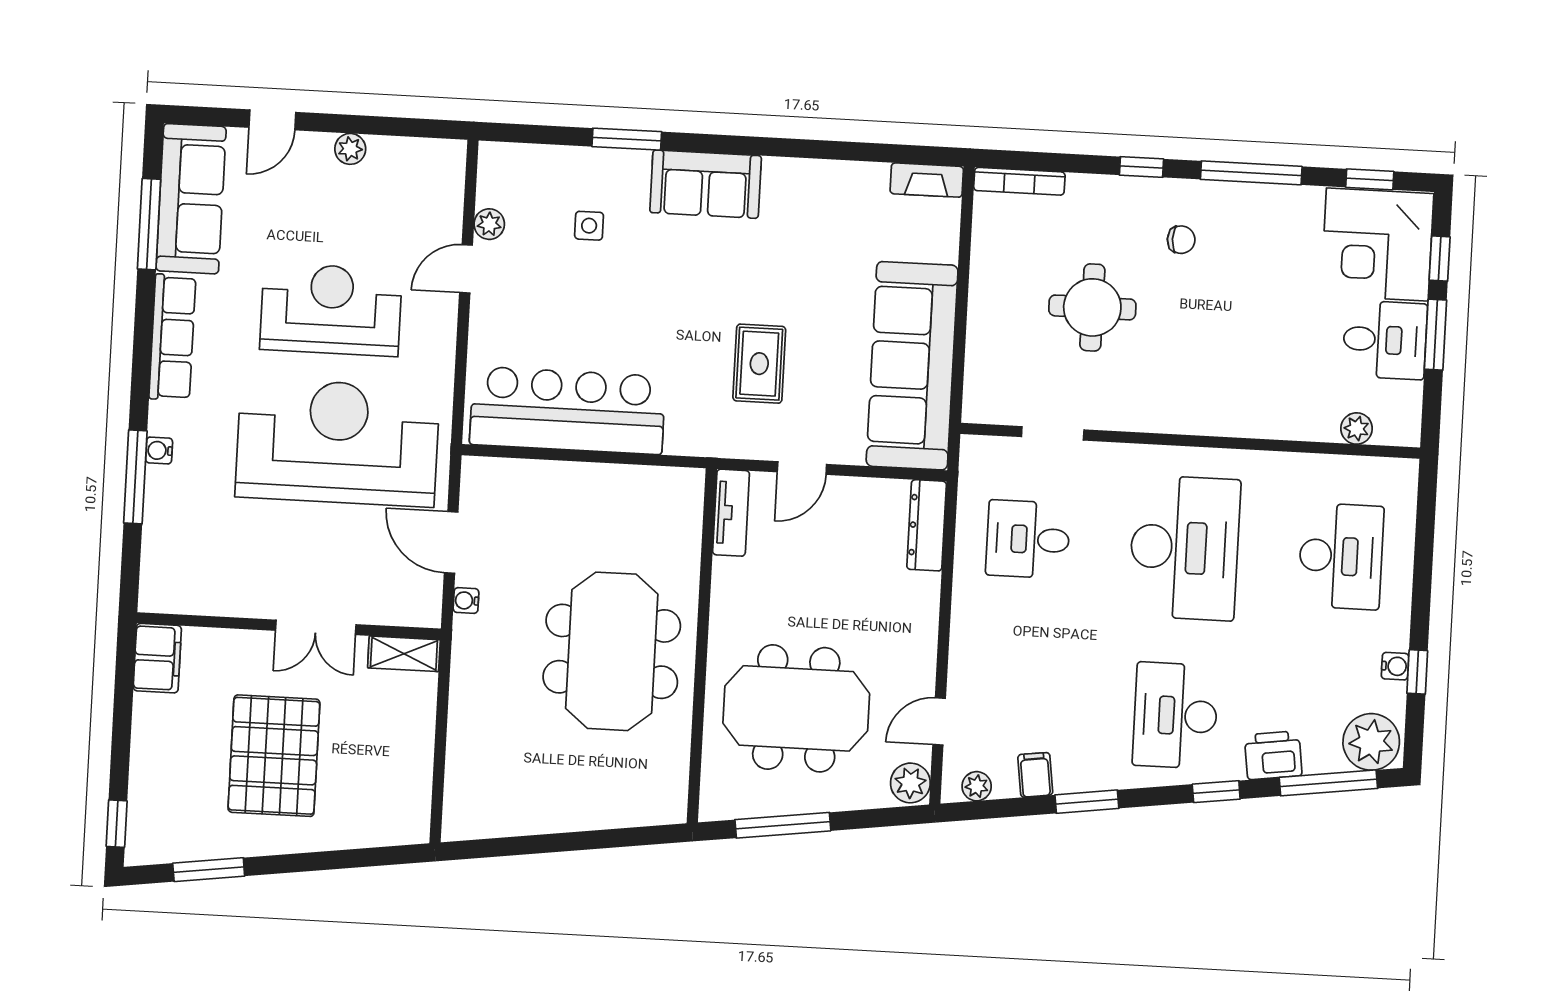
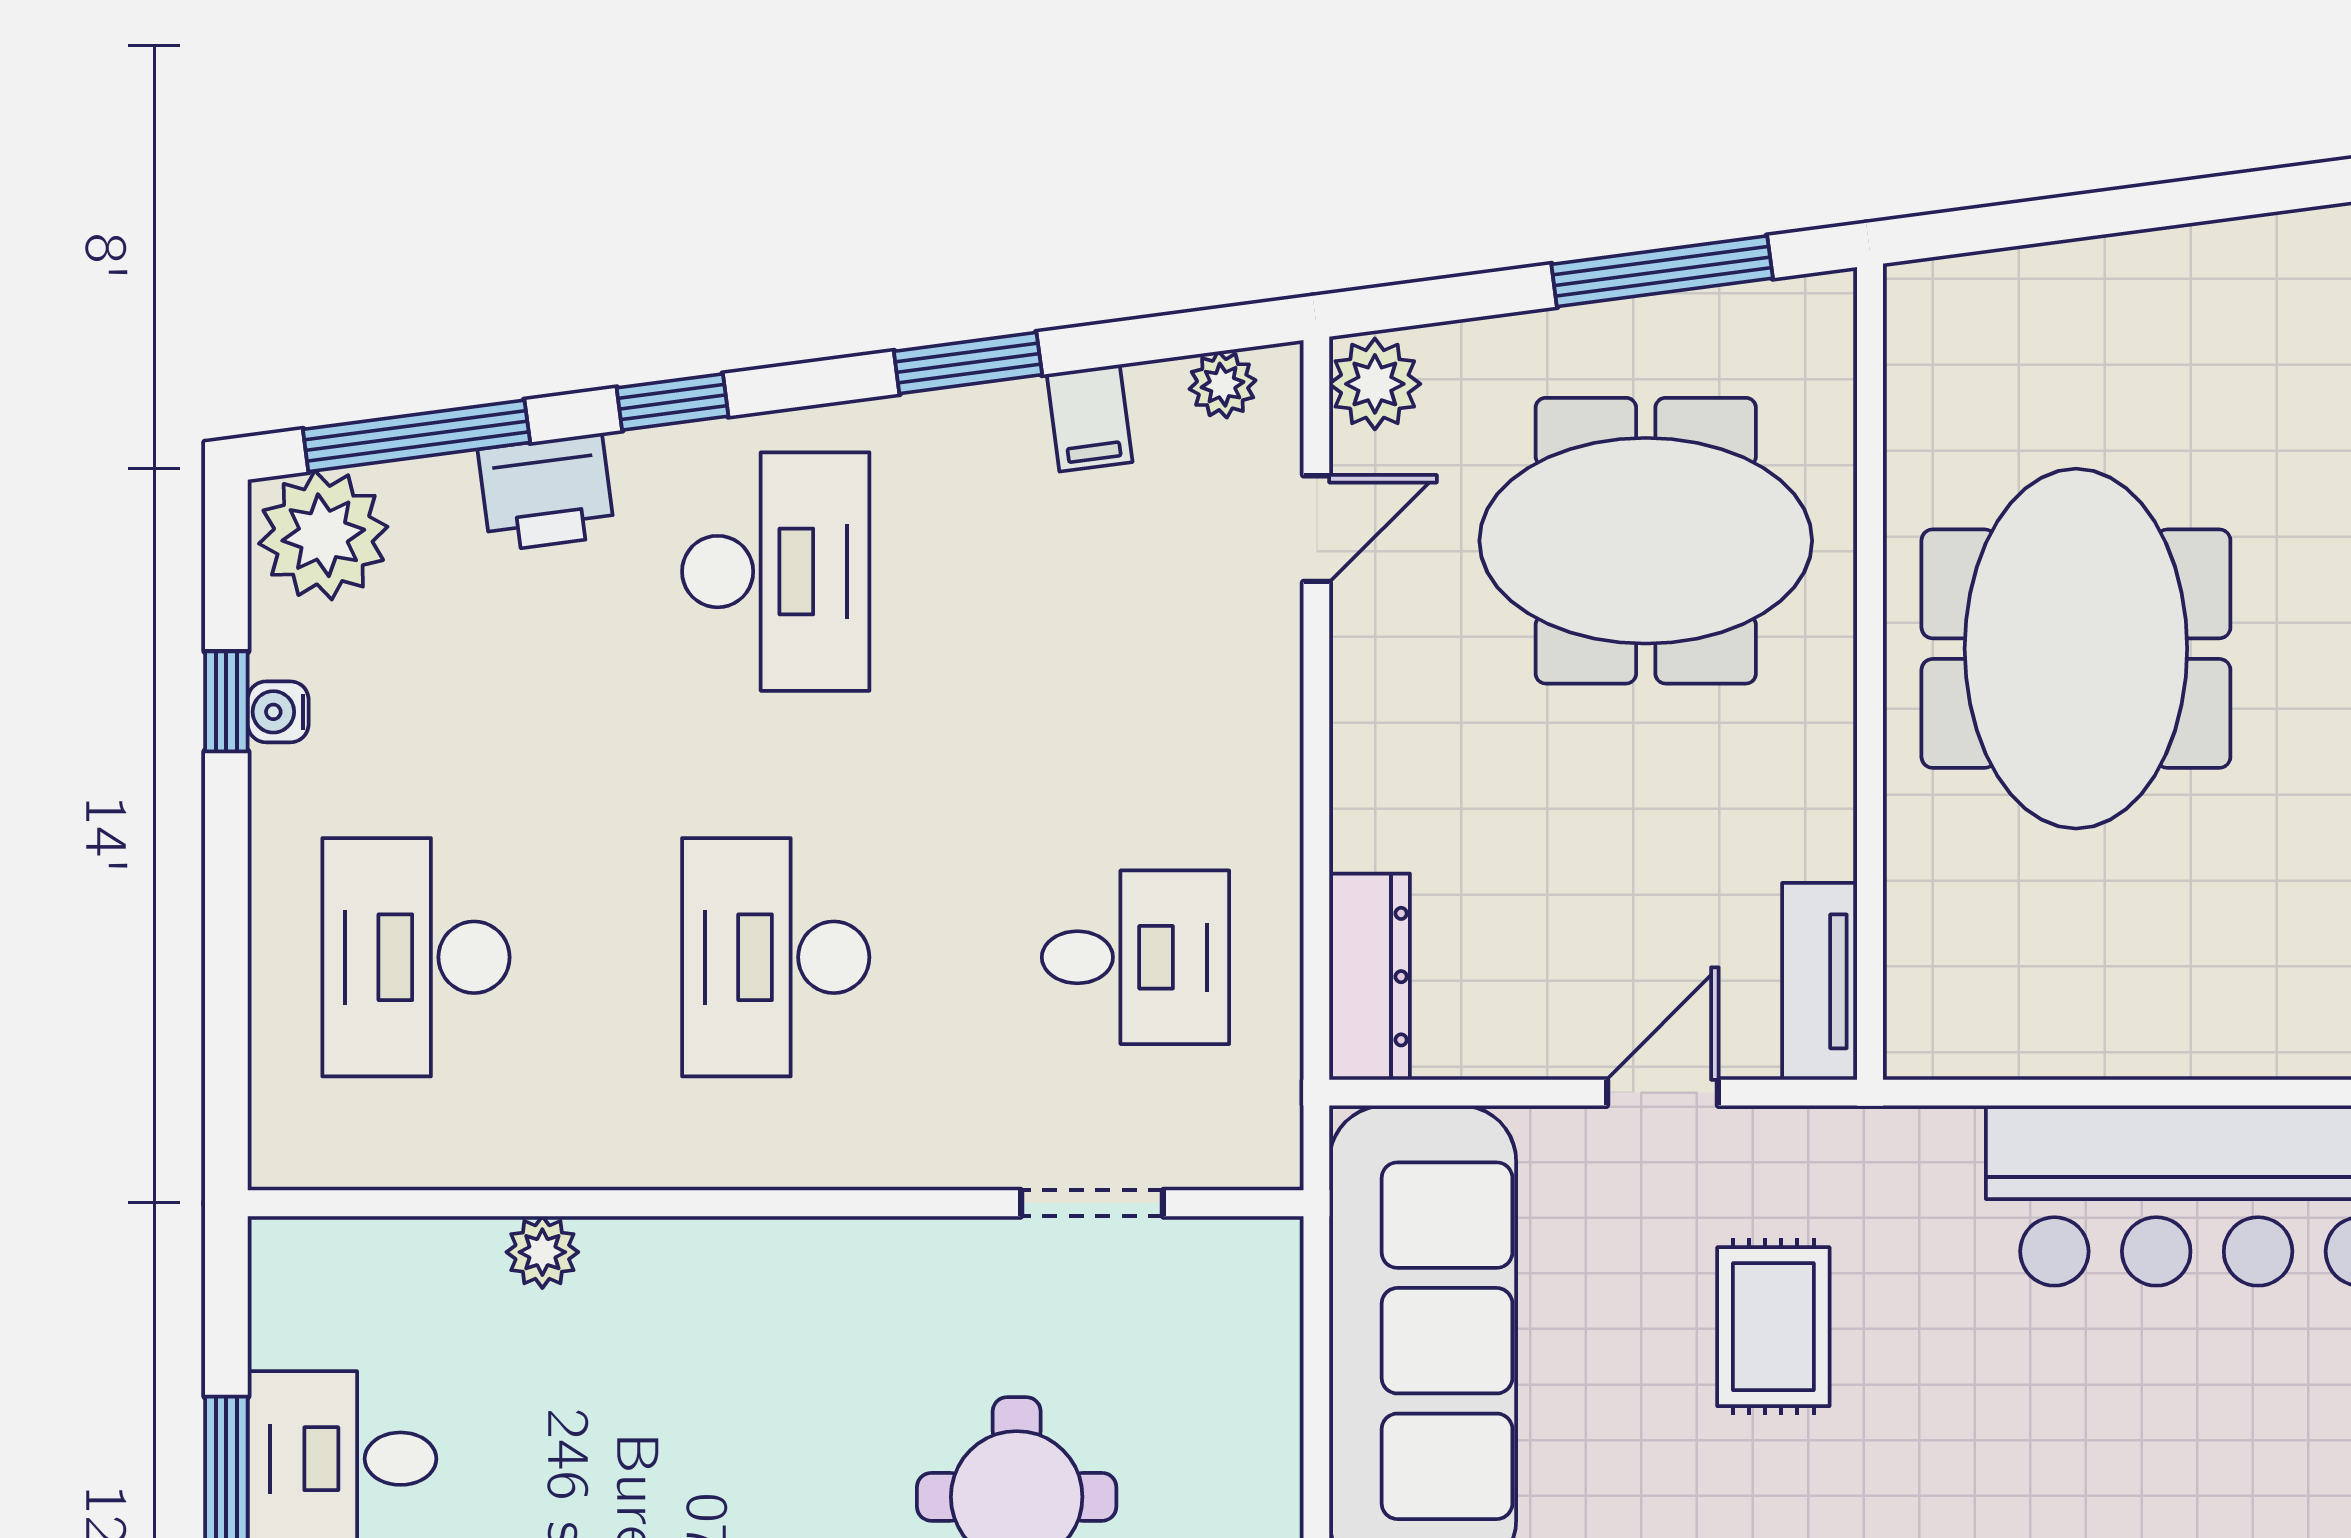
plant: (1357, 428) -> (542, 1252), moved
desk: (1184, 548) -> (776, 957), width x0.73, depth x0.77

